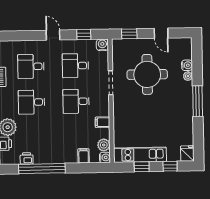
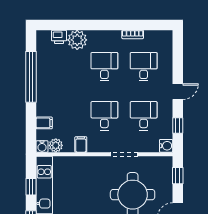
printer: (27, 158) -> (42, 60), removed

